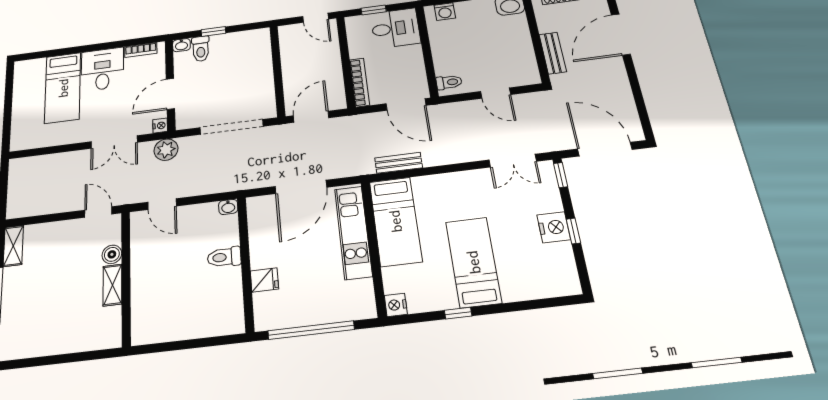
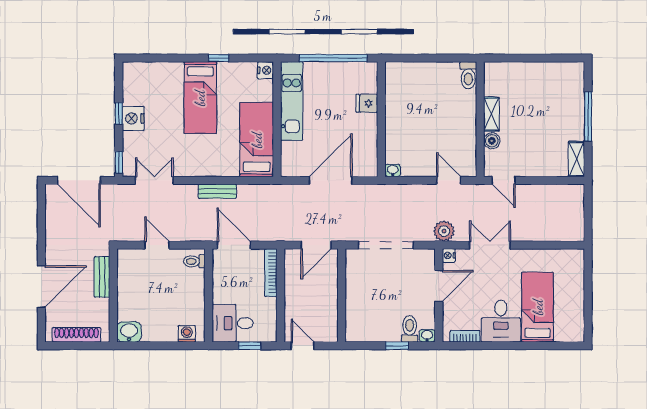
bench: (399, 163) -> (217, 191), moved
kitchen unit: (353, 232) -> (292, 101), moved
toilet: (224, 257) -> (468, 75), moved, turned 90

